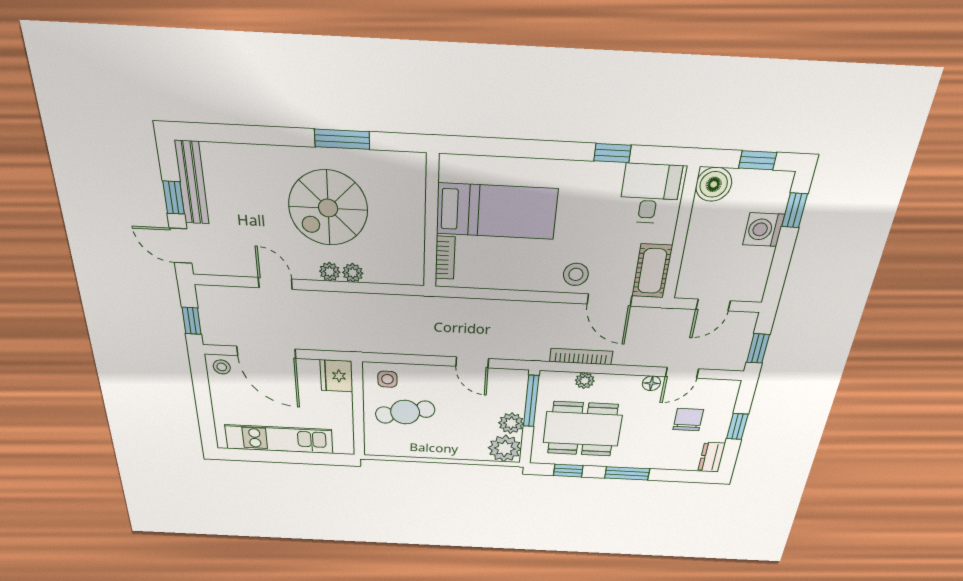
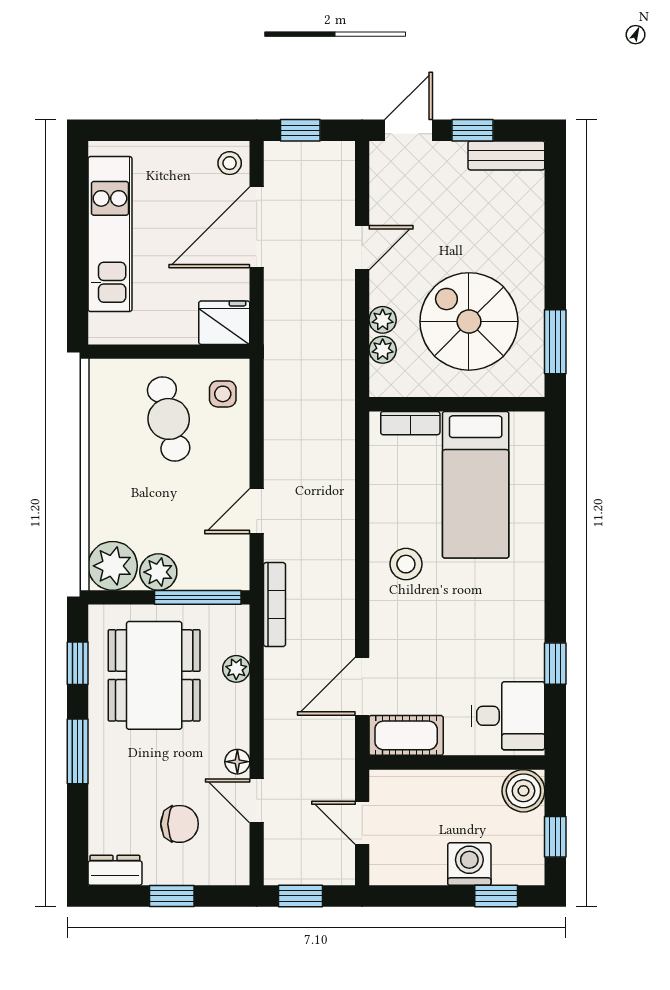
bench: (192, 183) -> (506, 155), width x0.73
bed: (496, 211) -> (476, 485), moved
wall: (431, 222) -> (457, 404), moved
bookcase: (445, 258) -> (410, 423), moved
stool: (576, 274) -> (406, 564), moved
bookcase: (581, 357) -> (274, 605), moved

